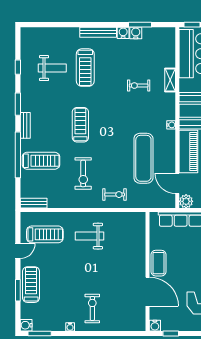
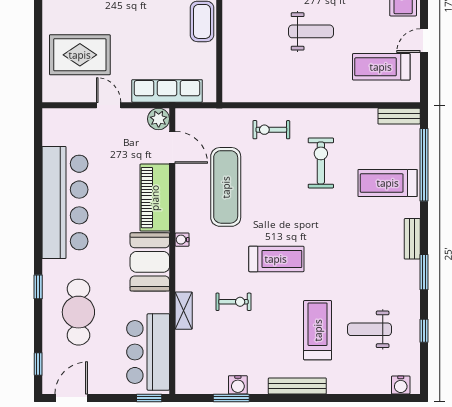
water cooler: (123, 33) -> (401, 385), moved
treadmill: (80, 125) -> (276, 259), moved, turned -90
window: (18, 155) -> (424, 165), moved
weight bench: (89, 236) -> (311, 31), moved

